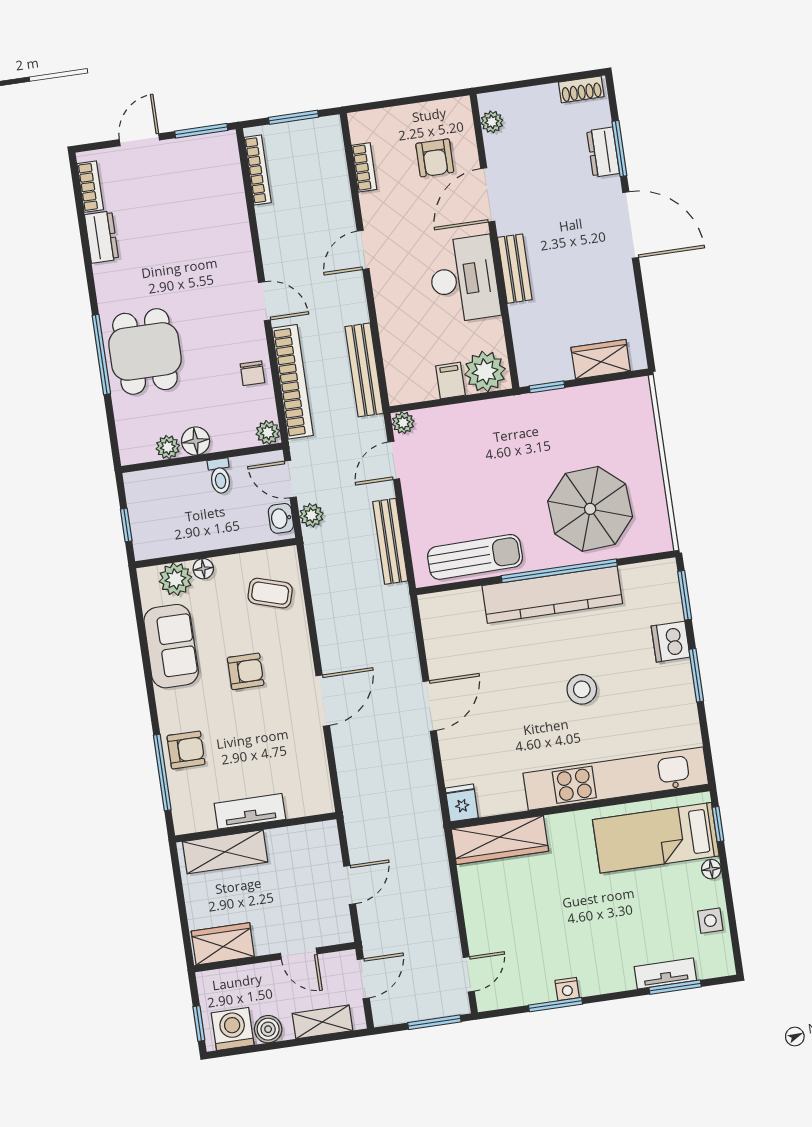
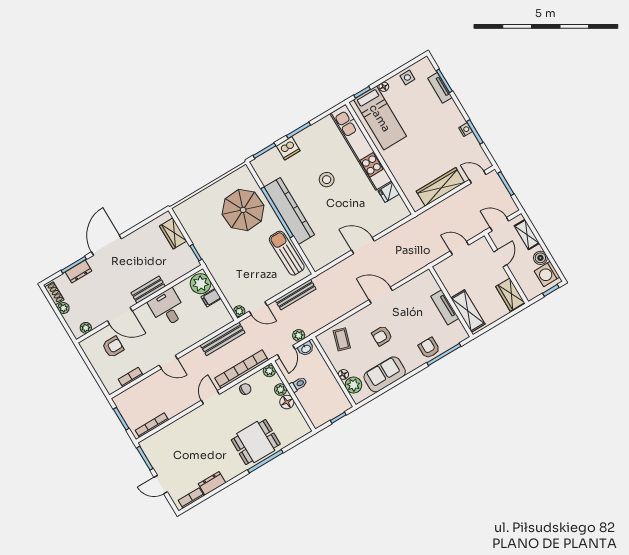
plant: (546, 95) -> (63, 308), added
desk: (464, 279) -> (167, 308), width x0.73
plant: (168, 447) -> (281, 390), moved
armchair: (246, 671) -> (382, 336), turned -90
fridge: (462, 803) -> (389, 192), moved
wardrobe: (500, 840) -> (440, 187), moved, turned -90

